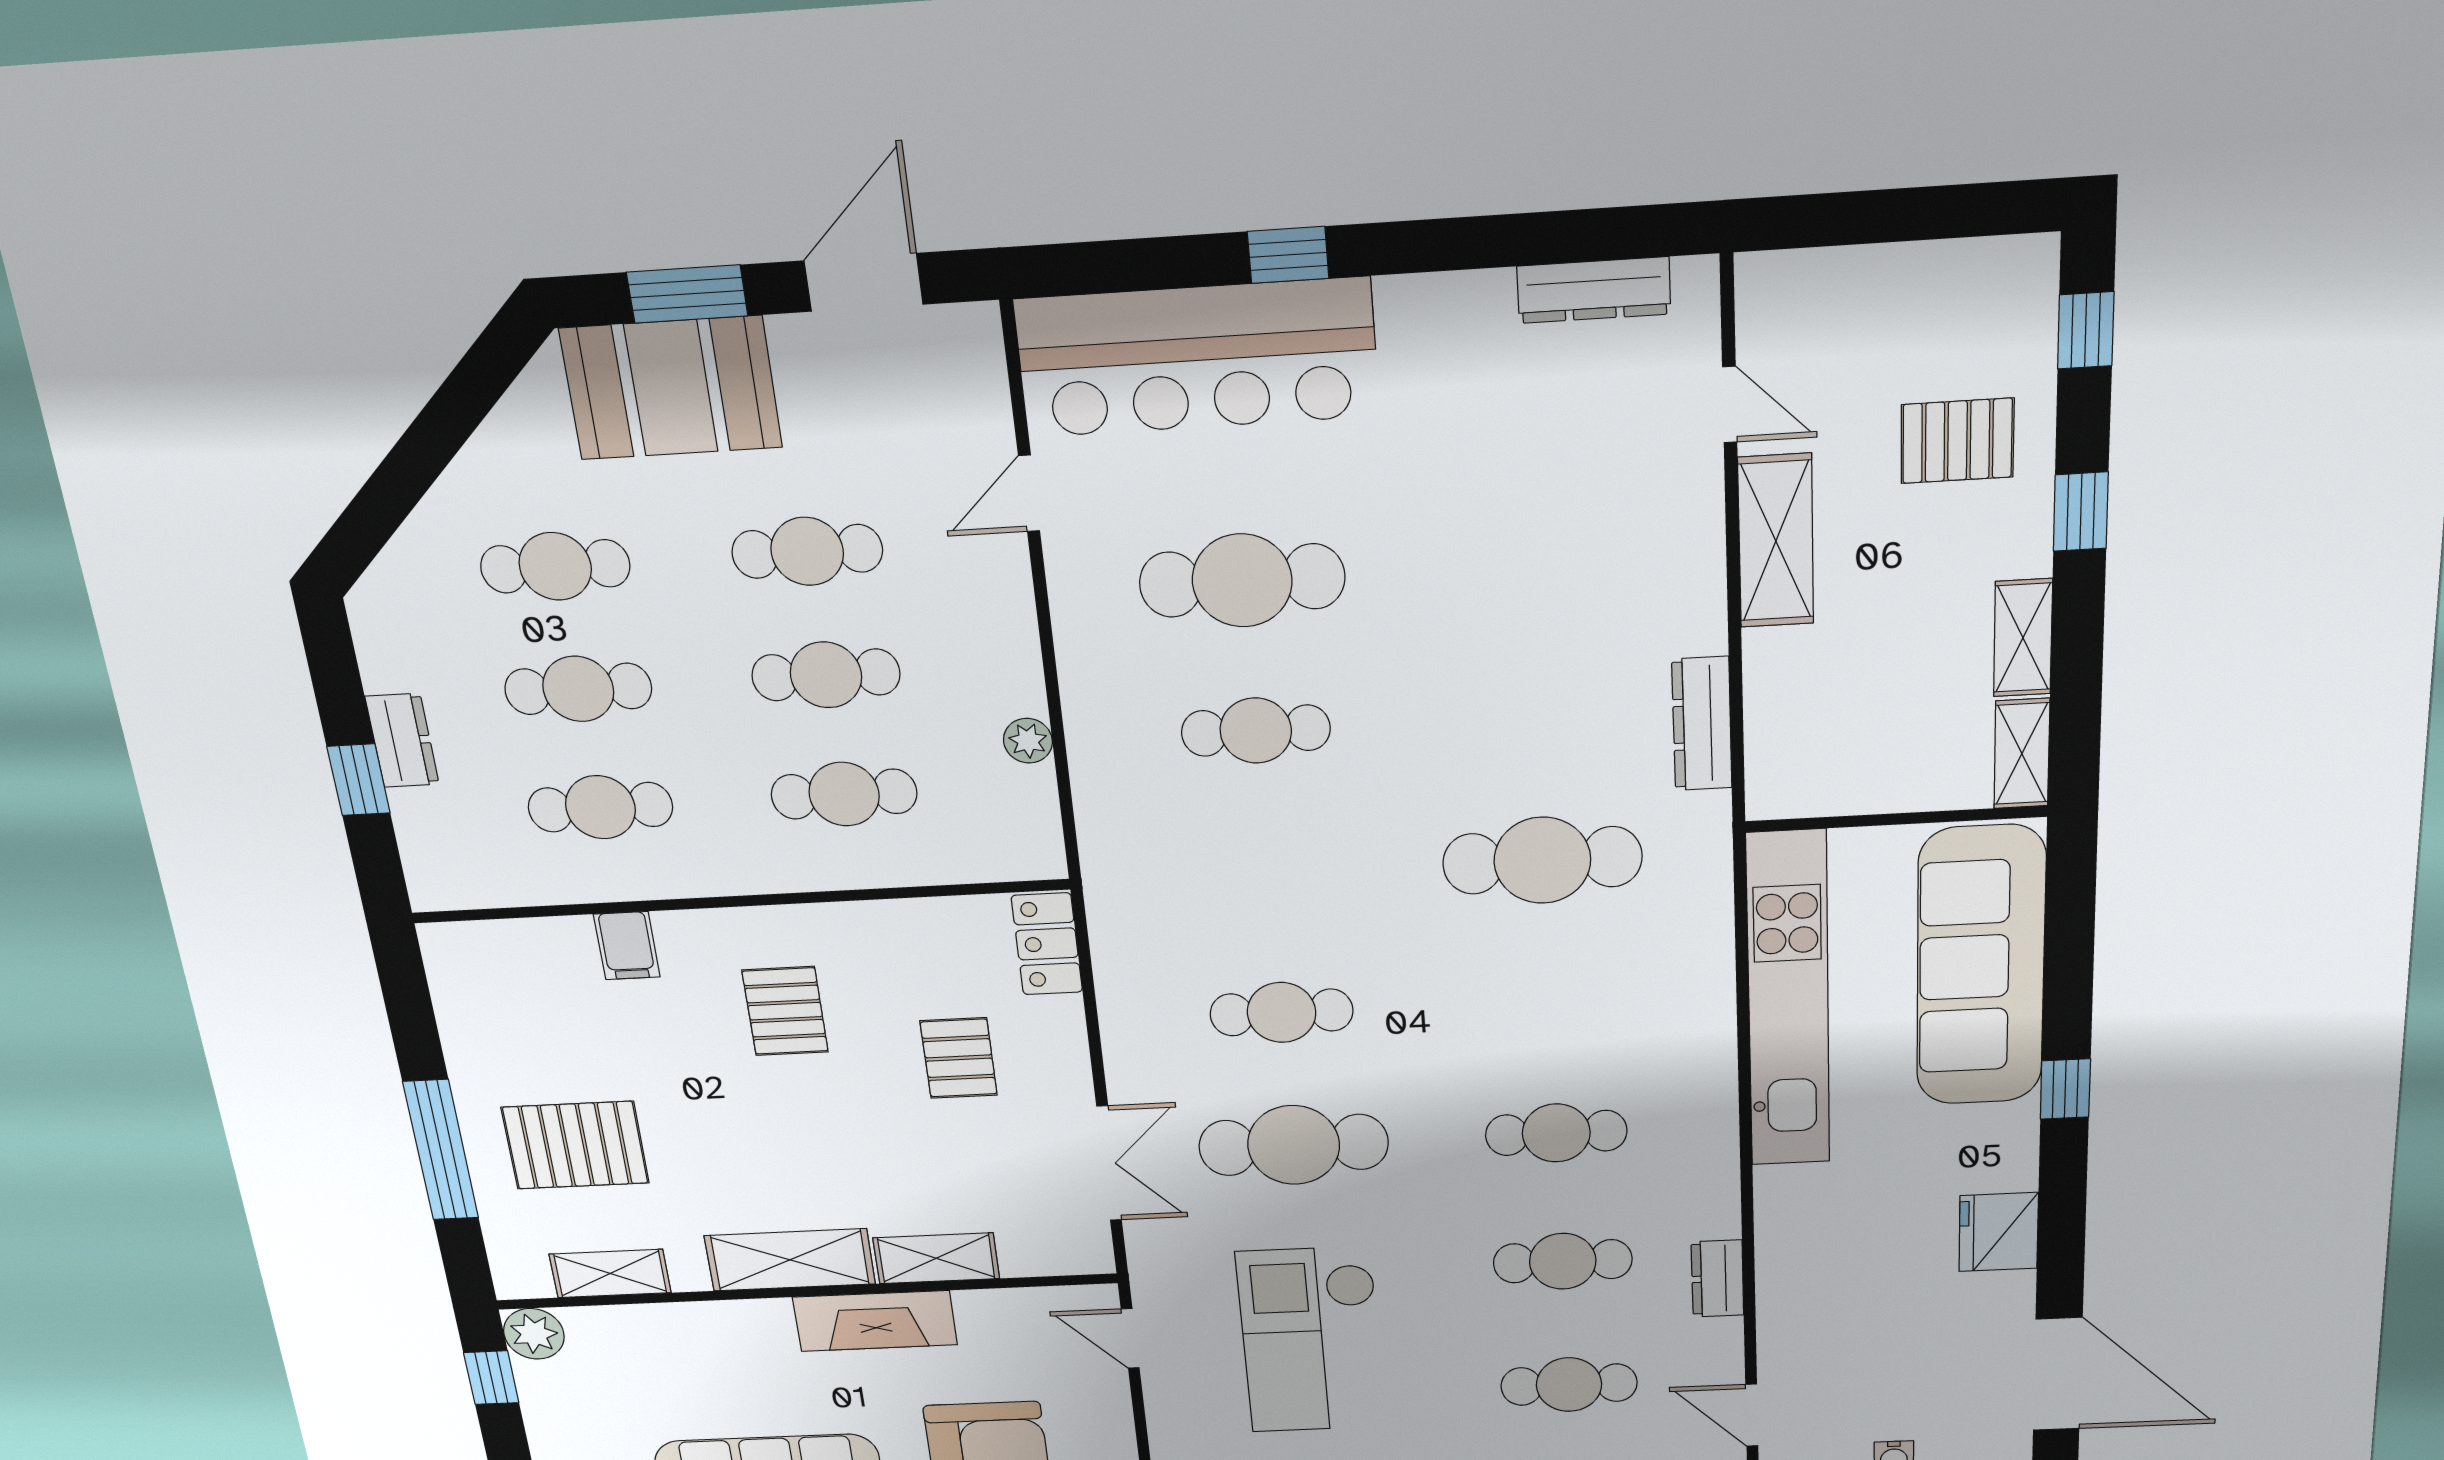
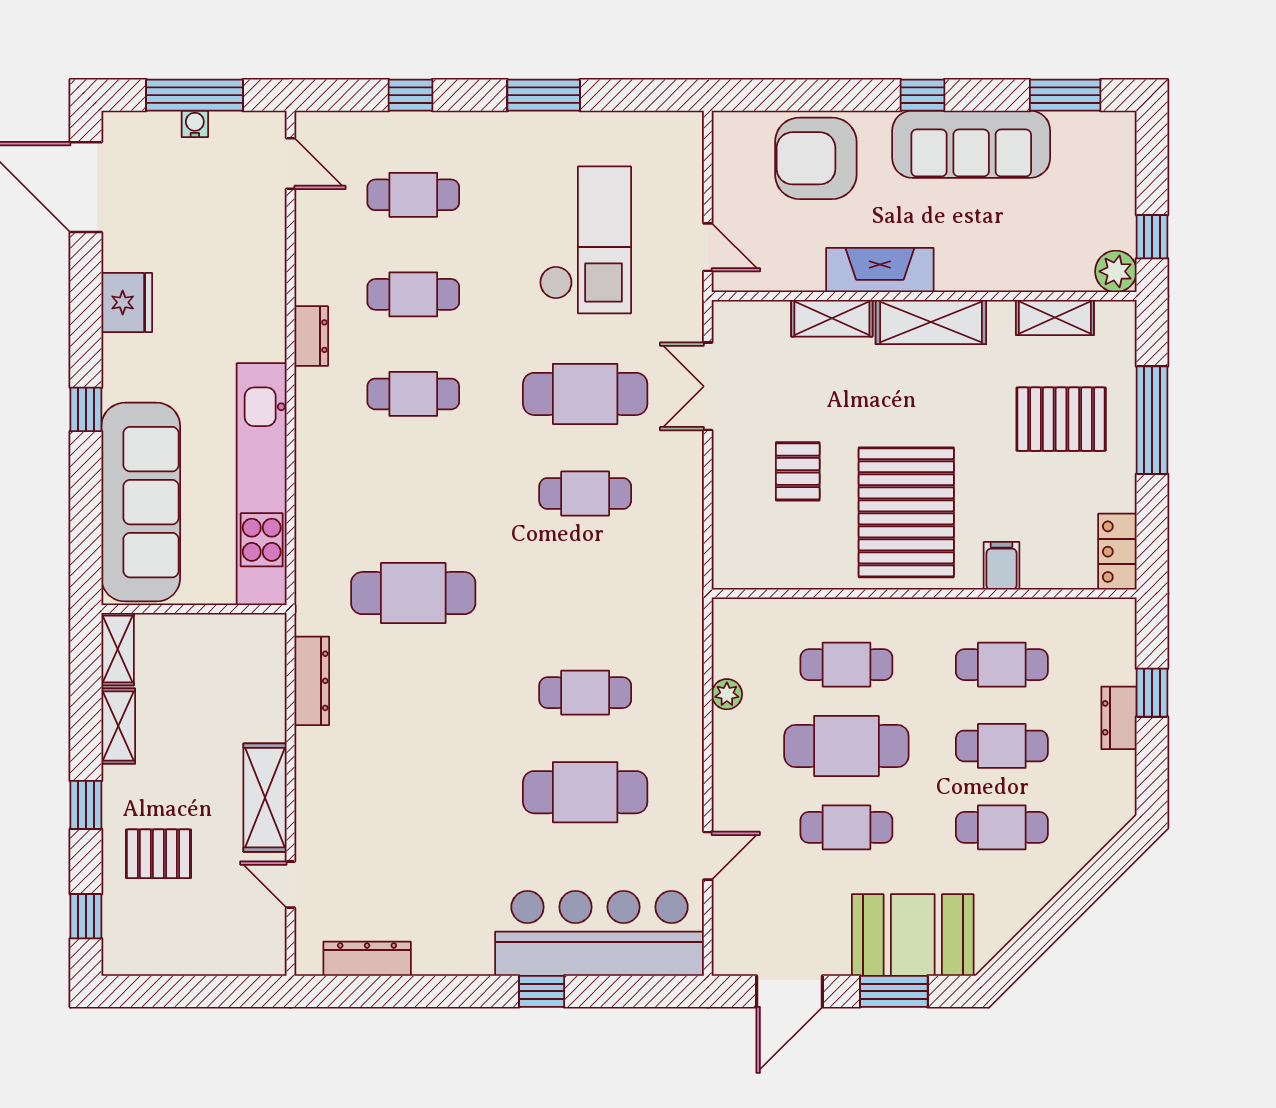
cafe table: (826, 675) -> (846, 746), width x1.37, depth x1.35
locker: (1047, 944) -> (1117, 552), moved, turned 180
pallet: (785, 1011) -> (906, 512), width x2.05, depth x2.00
dresser: (1717, 1279) -> (311, 336), moved

